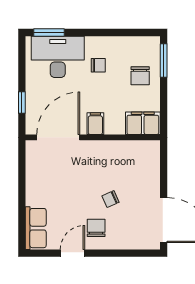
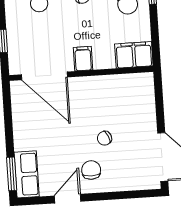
door: (58, 137) -> (44, 76), swing flipped
window: (22, 227) -> (12, 174), added

